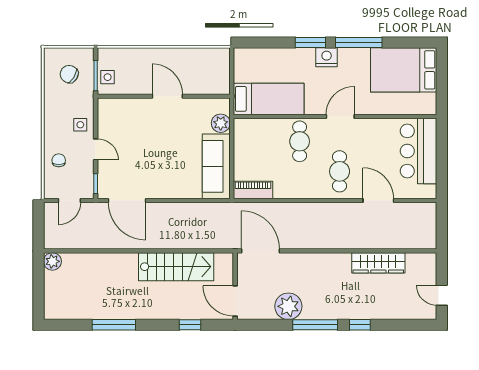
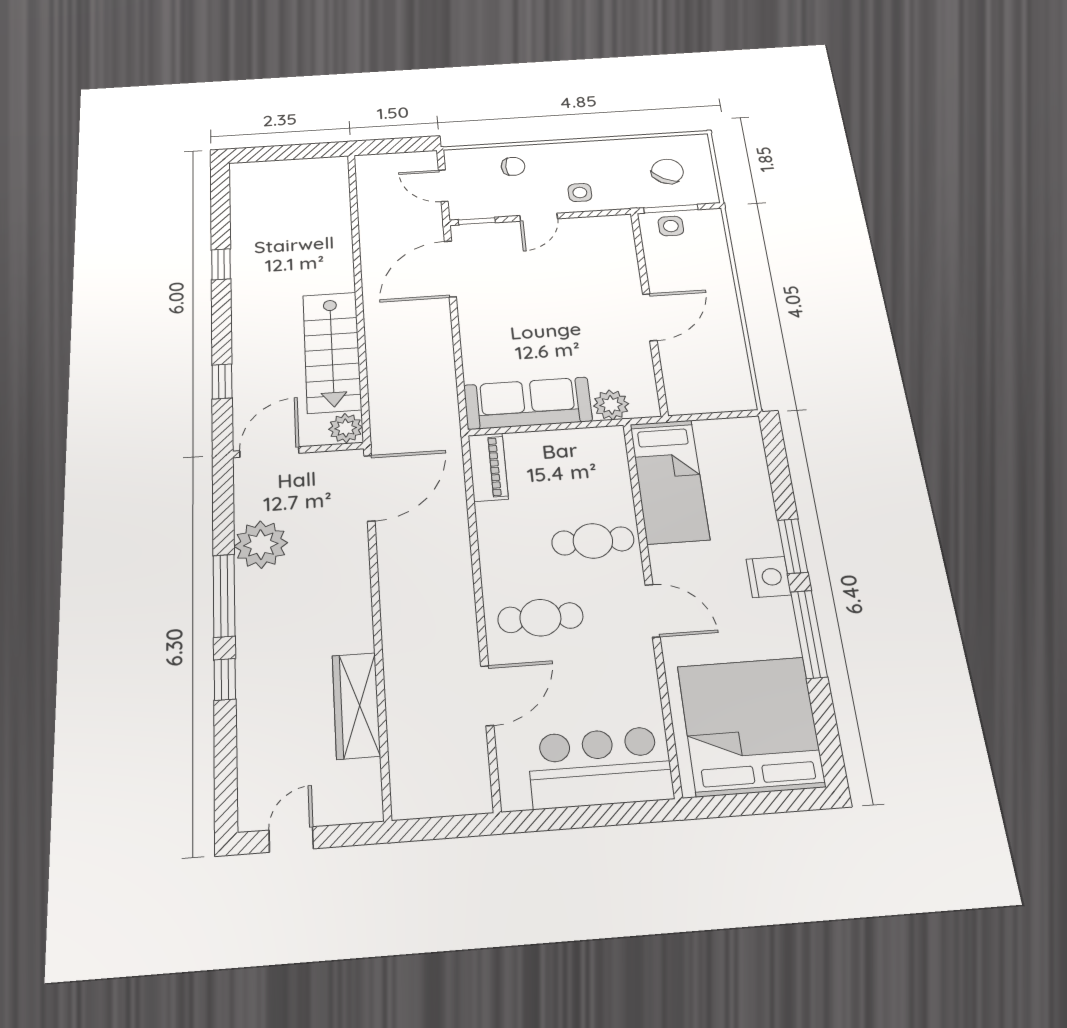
bed: (404, 70) -> (751, 726), width x1.36
plant: (52, 261) -> (346, 428), moved
window: (114, 325) -> (221, 264), width x0.46

